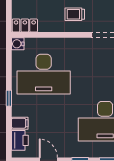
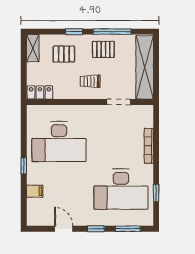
water cooler: (18, 44) -> (33, 111), removed
printer: (20, 140) -> (35, 209), removed

